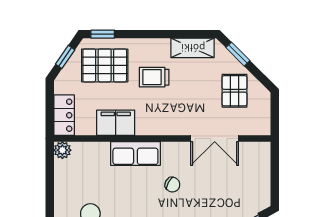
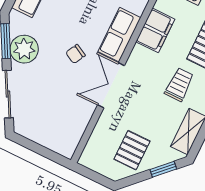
pallet: (234, 91) -> (132, 150), turned 90
double door: (215, 139) -> (111, 85), moved

